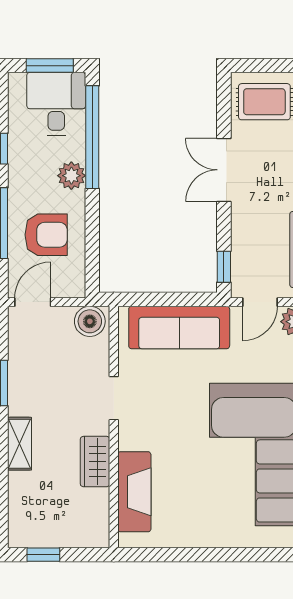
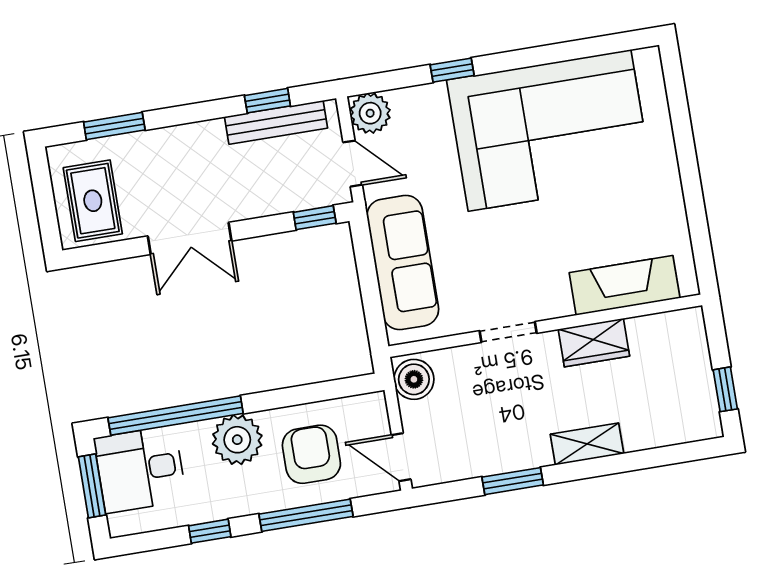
plant: (71, 176) -> (237, 440), width x1.36, depth x1.36

